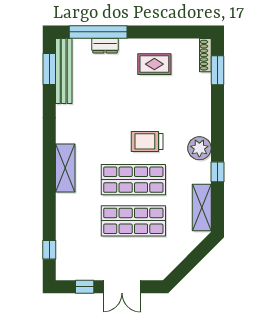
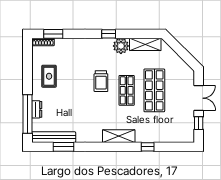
window: (49, 69) -> (64, 147), moved
plant: (199, 148) -> (121, 46), moved
window: (217, 172) -> (109, 34), moved
shop shelf: (133, 180) -> (127, 90), width x0.70, depth x0.74
window: (49, 250) -> (148, 147), moved

